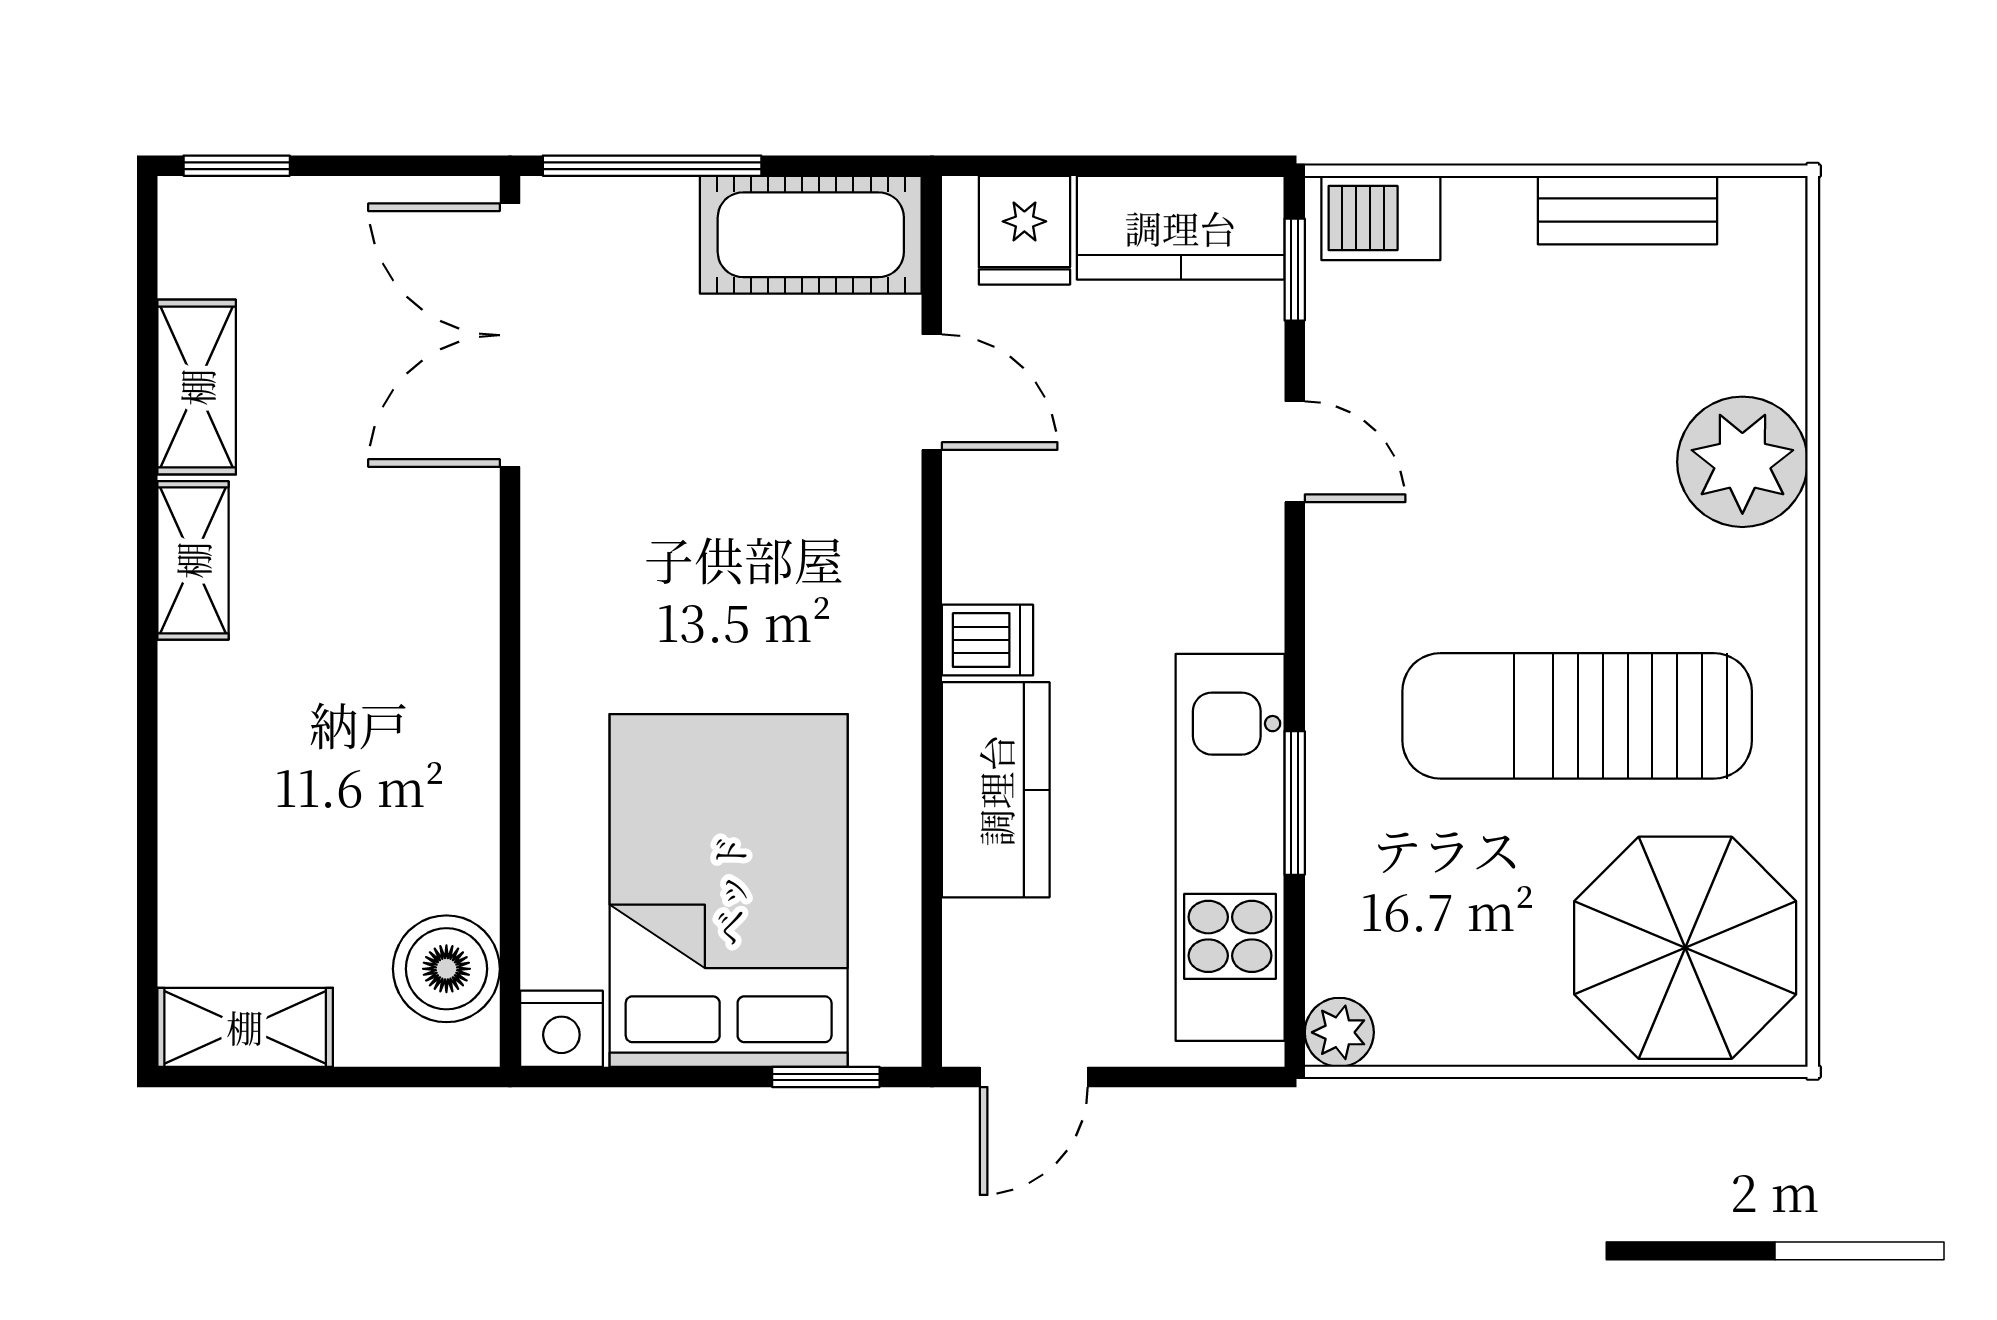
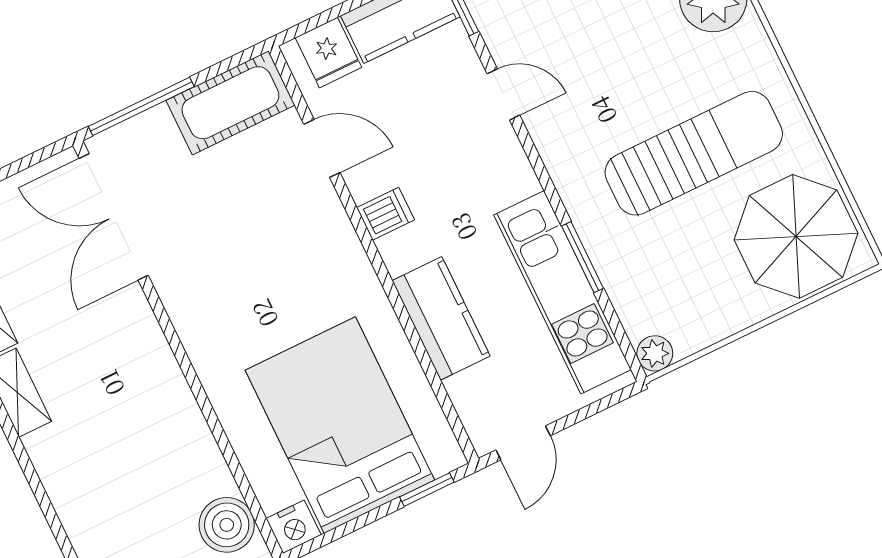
dishwasher: (988, 640) -> (386, 214), moved
sun lounger: (1577, 716) -> (694, 153), turned 180

